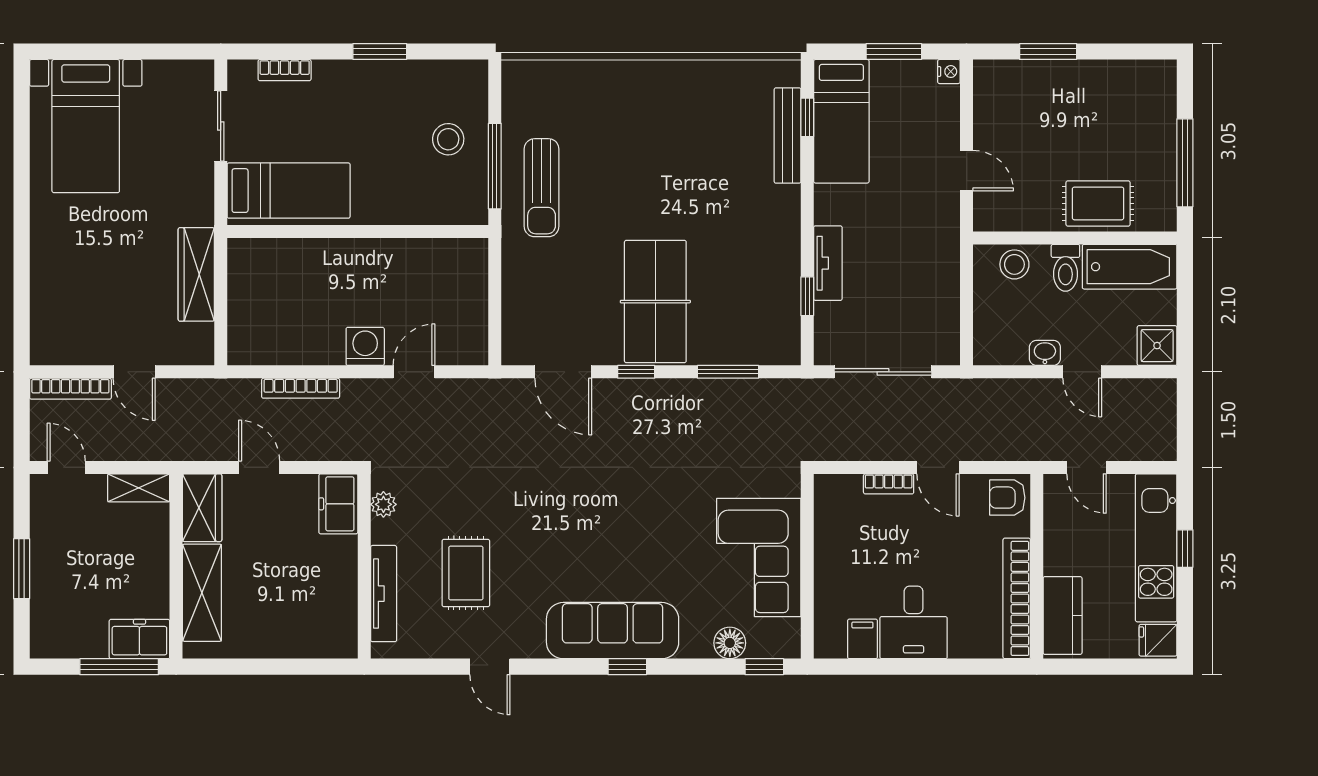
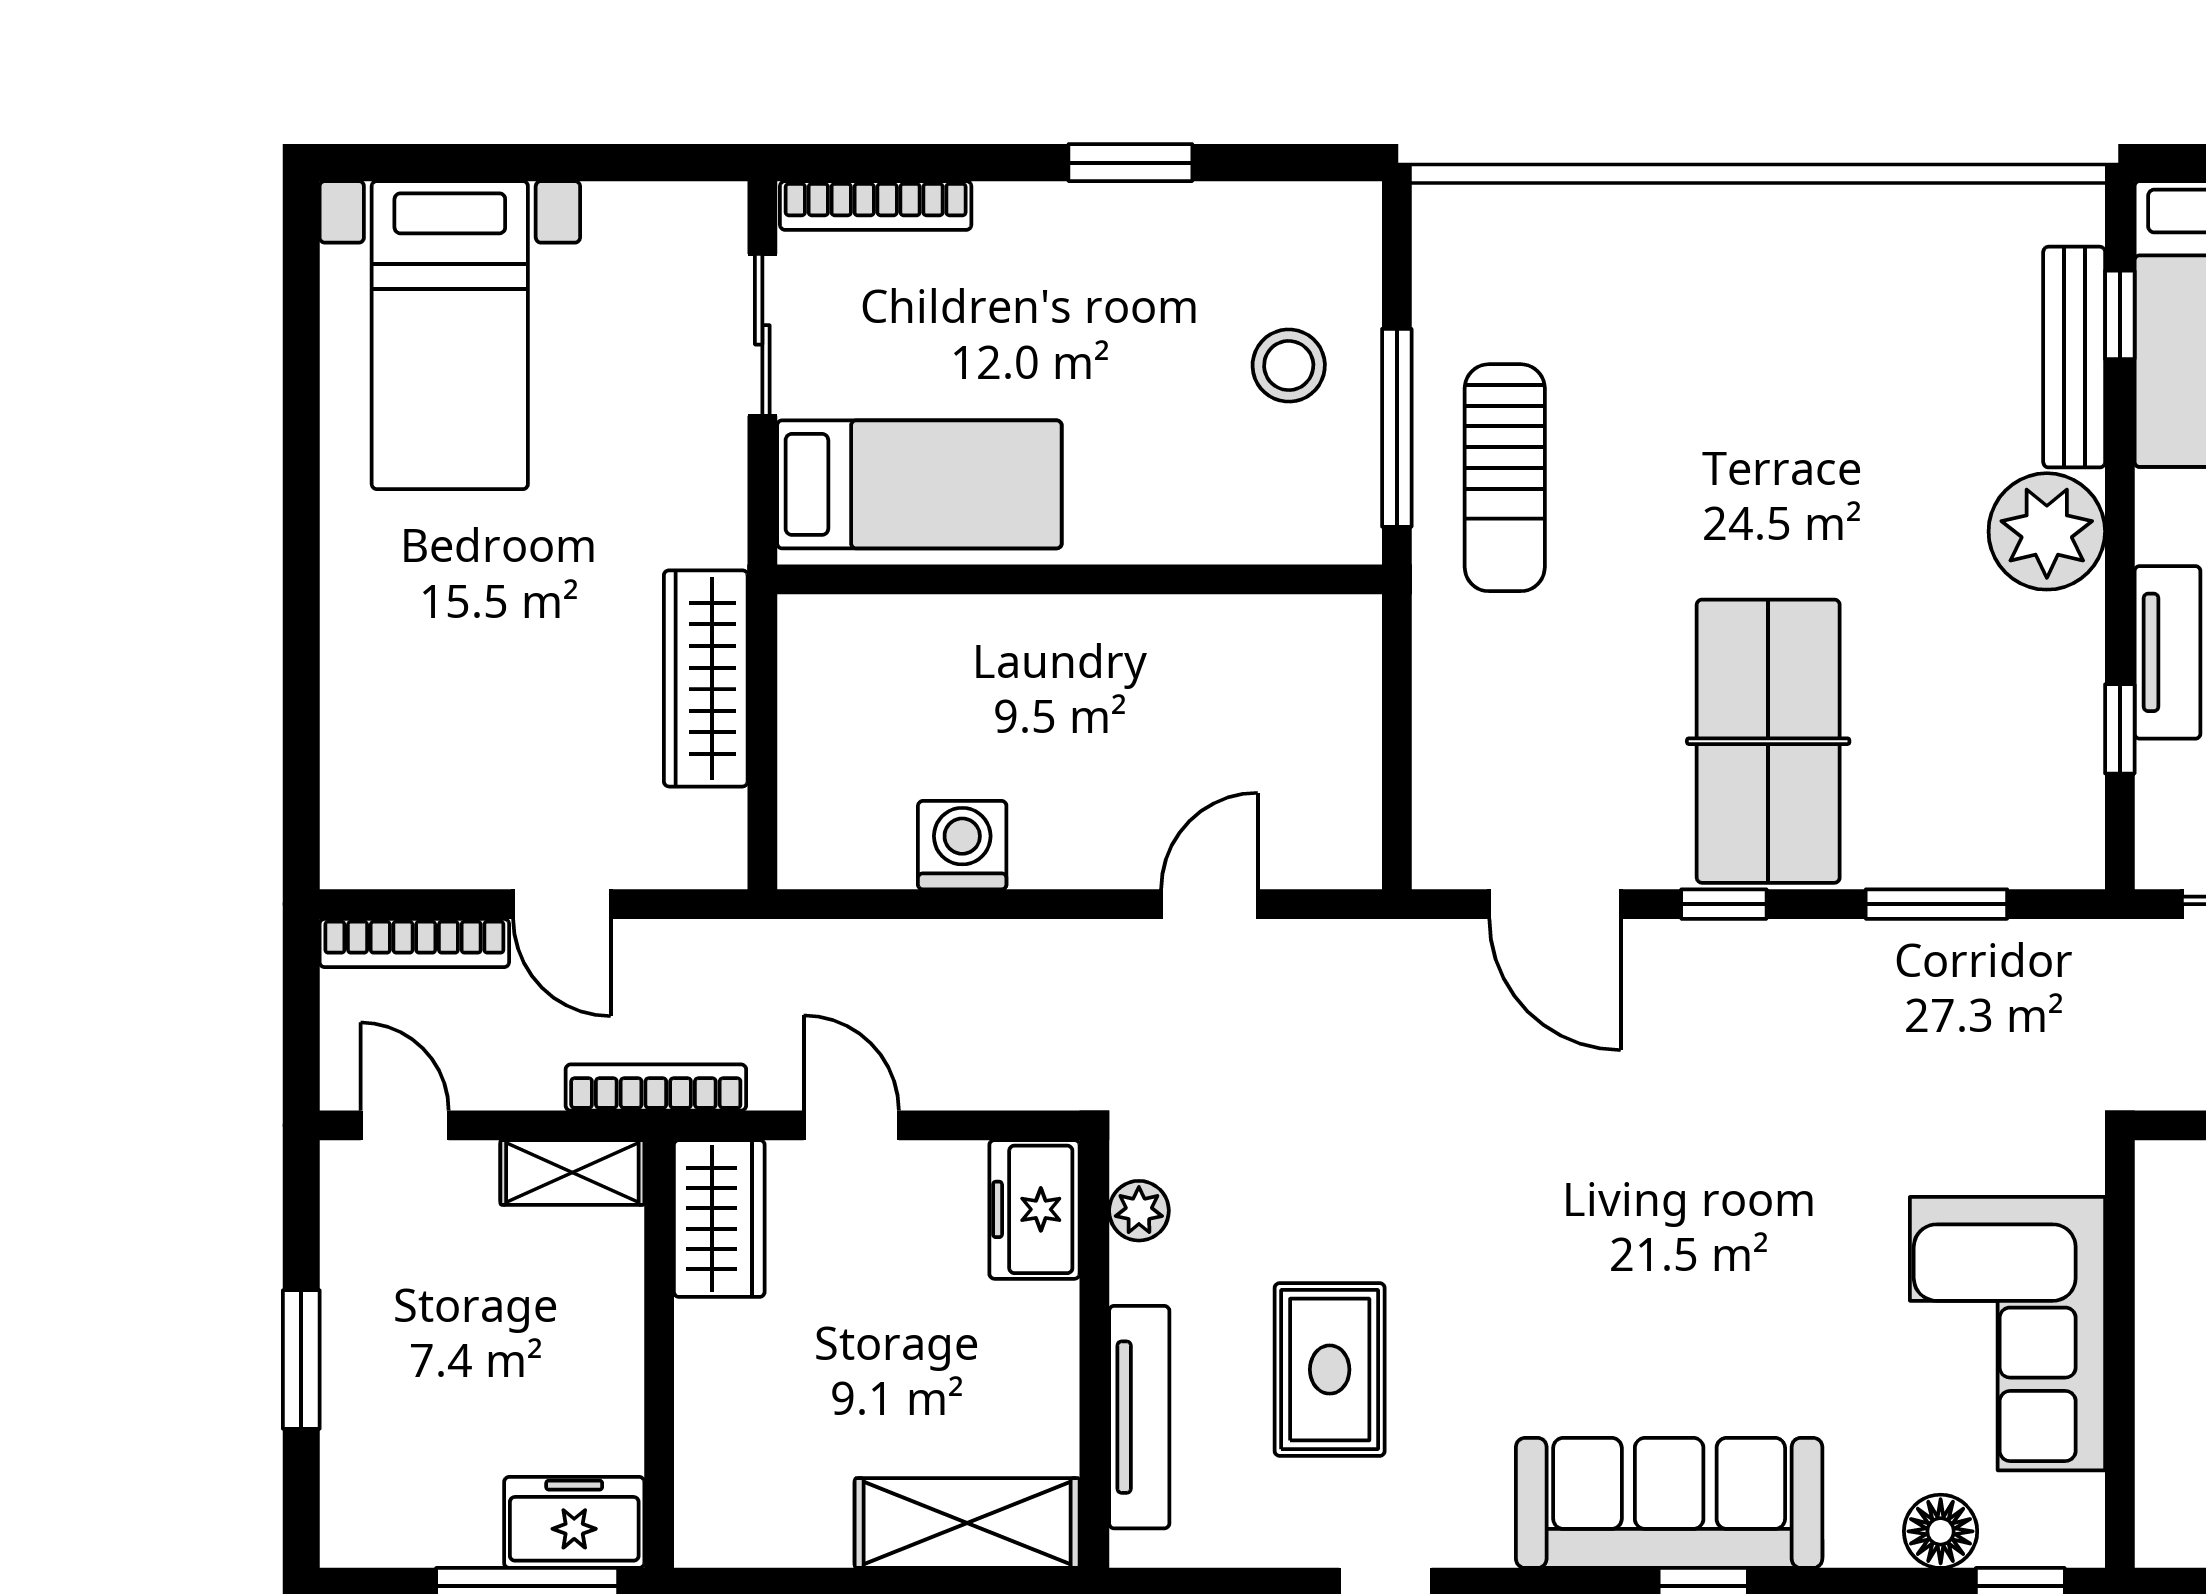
bookcase: (285, 70) -> (876, 205), width x1.56
plant: (776, 211) -> (2047, 531), added
washing machine: (365, 346) -> (962, 845), moved
bookcase: (301, 388) -> (656, 1087), moved, turned 180
shelving: (202, 593) -> (967, 1523), moved, turned 90

